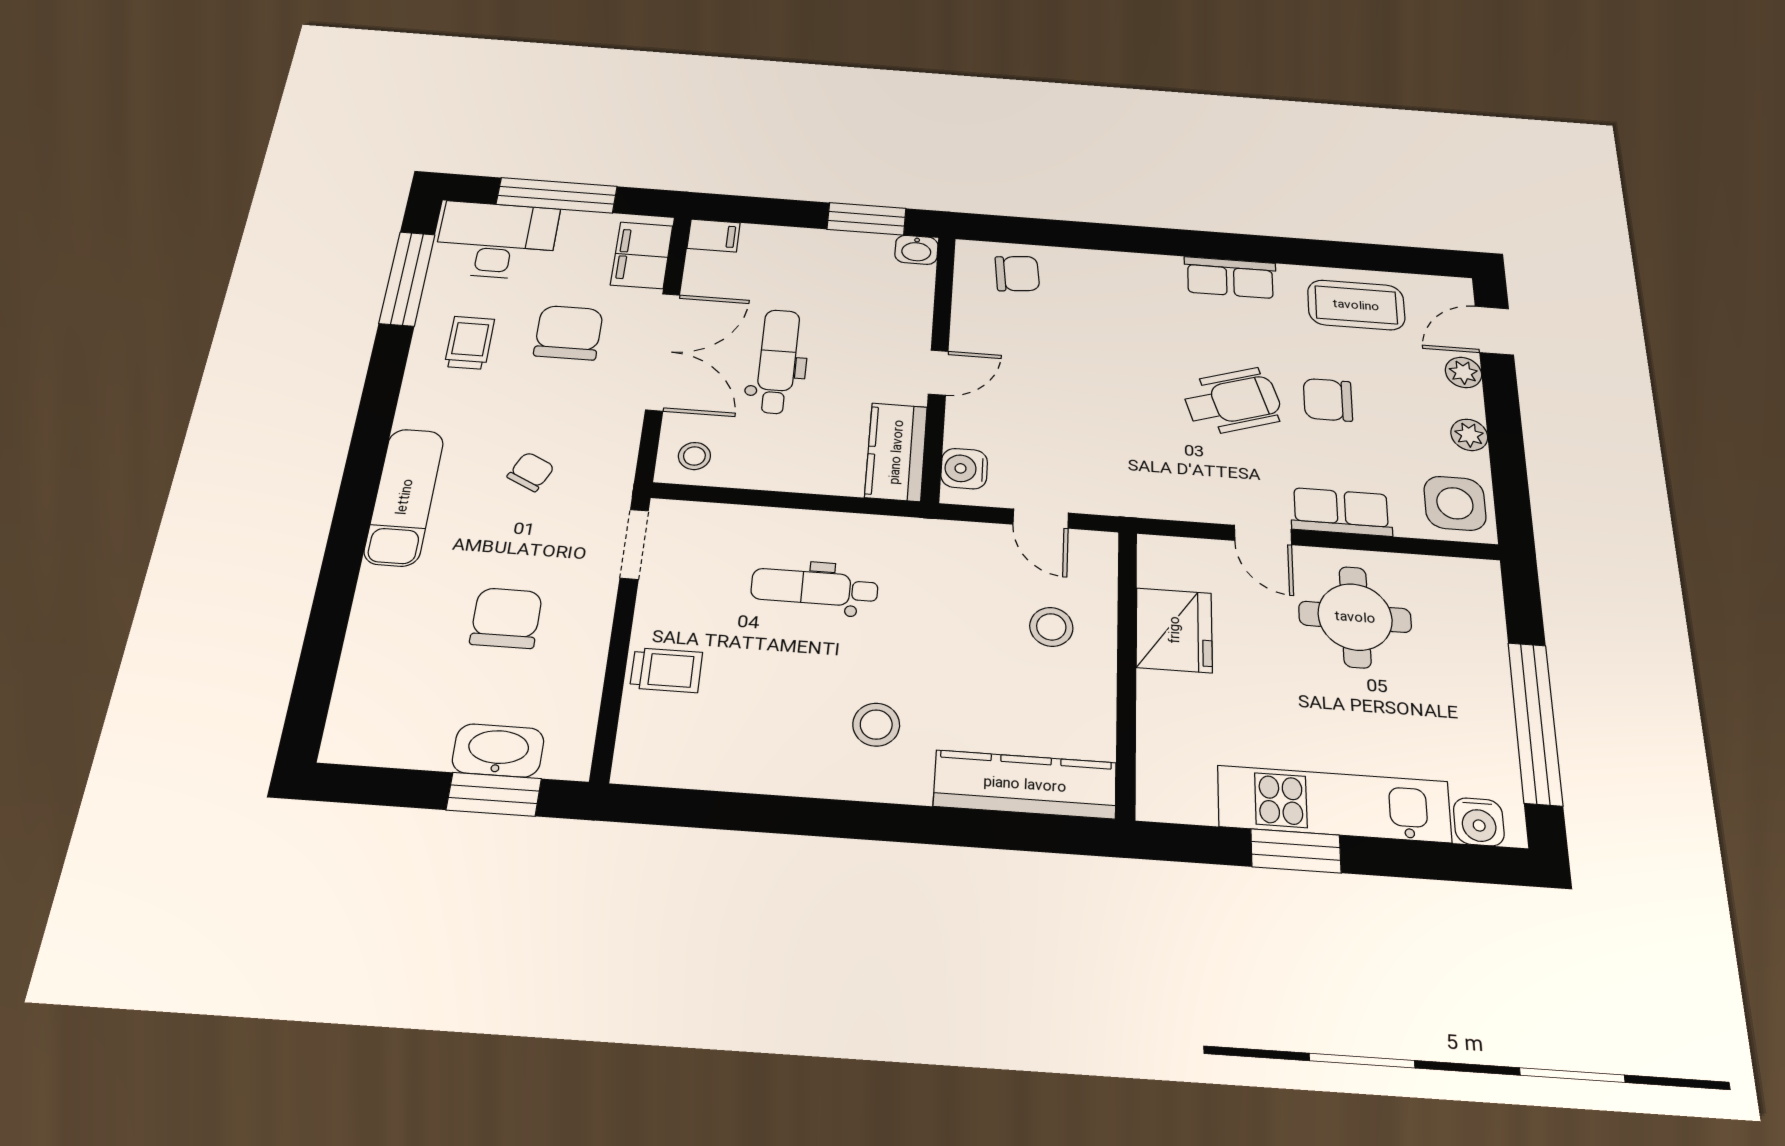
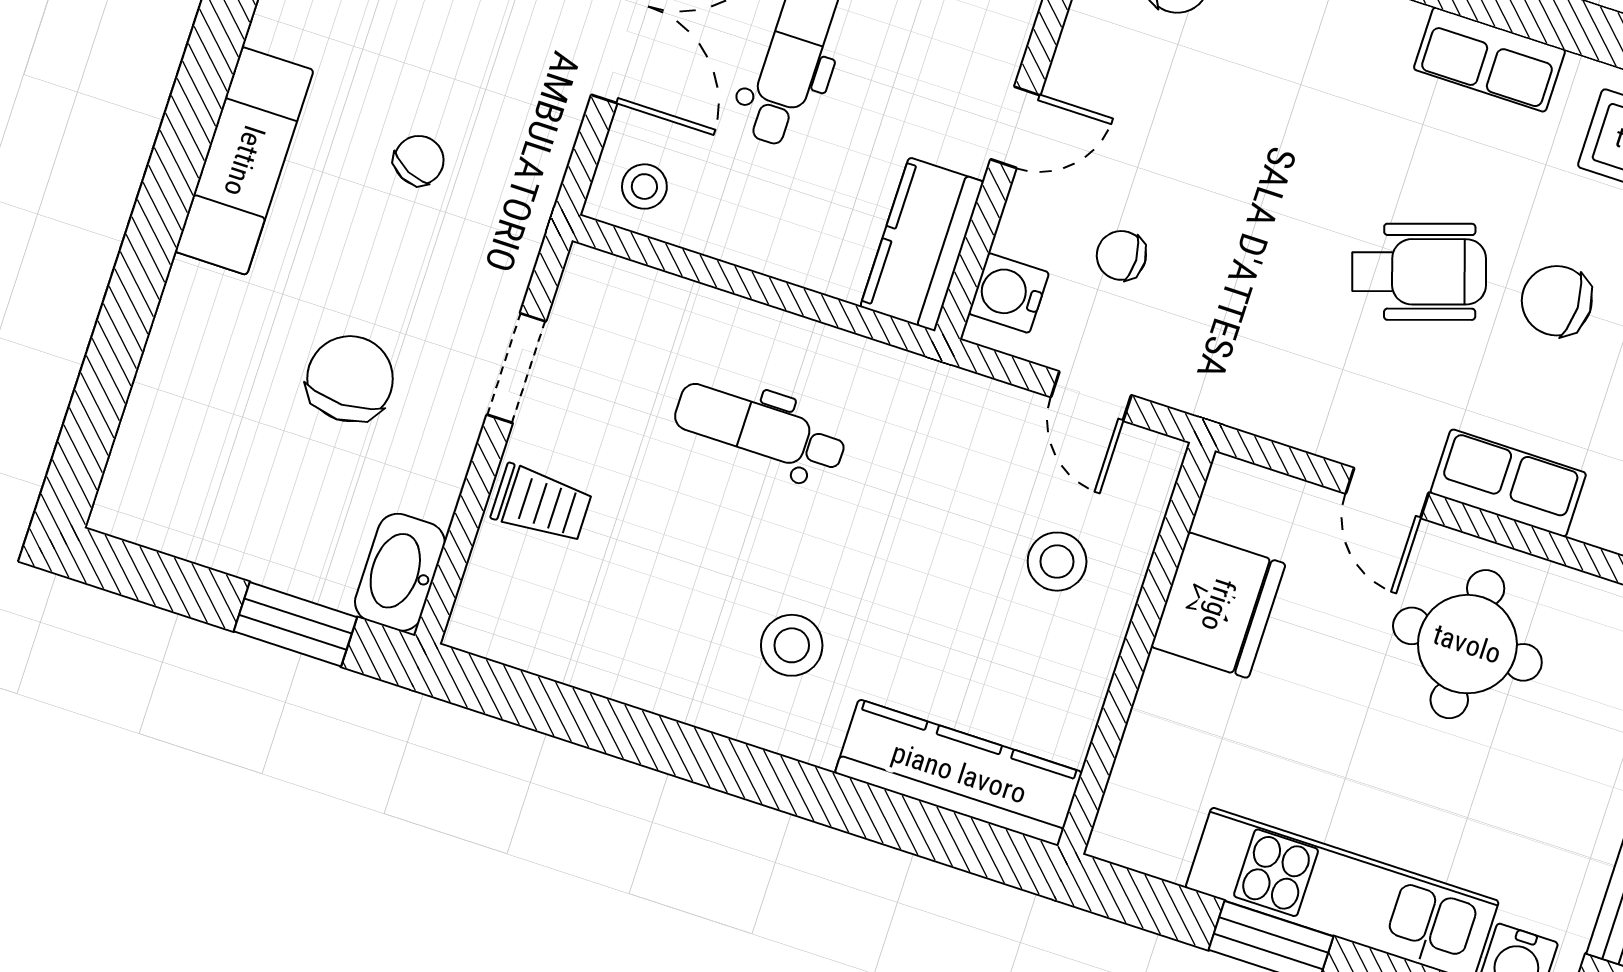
chair: (1033, 431) -> (1121, 255), added
doorway: (634, 544) -> (516, 368), moved
washbasin: (498, 750) -> (400, 572), moved, turned -90

